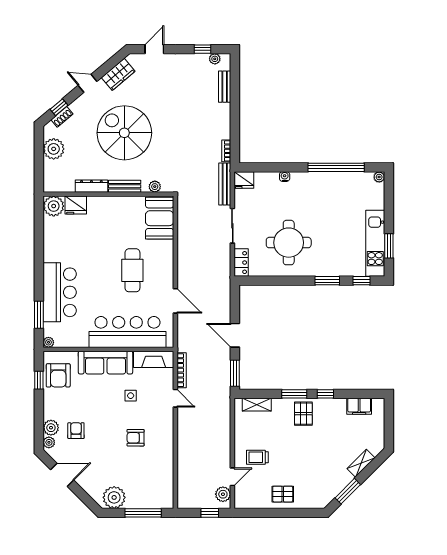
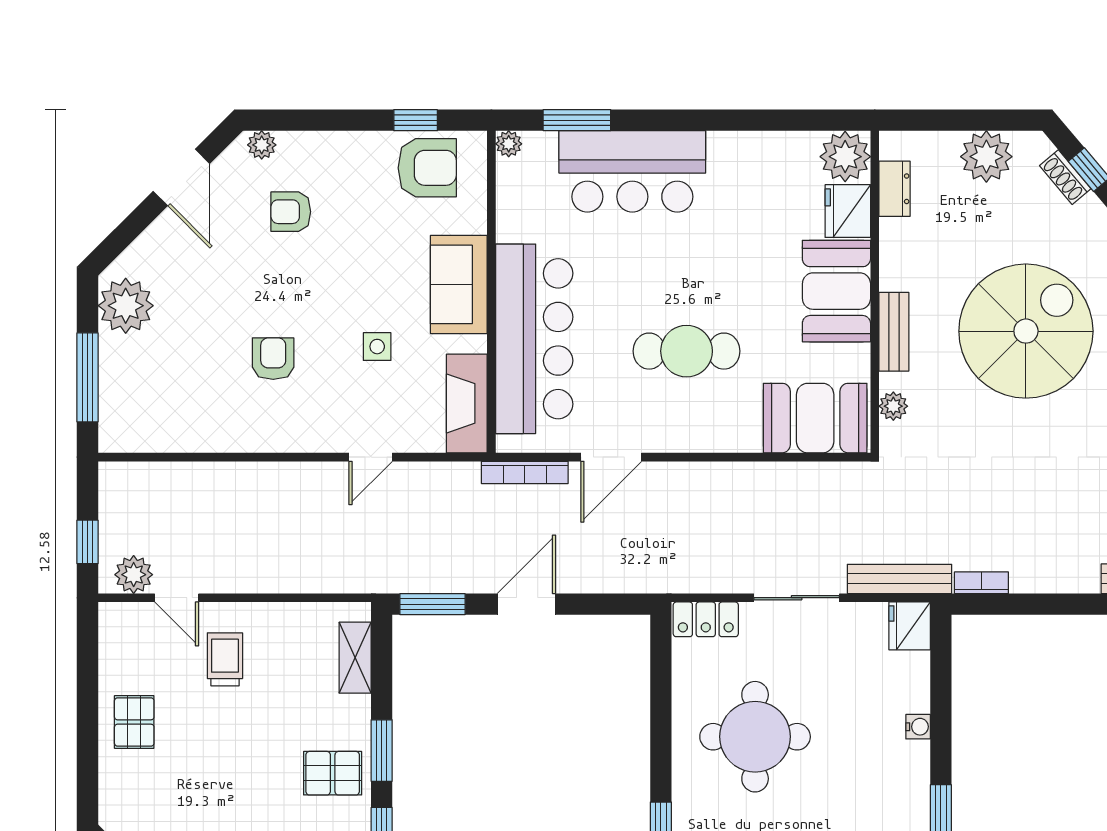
dresser: (91, 186) -> (895, 189), moved, width x0.70
booth: (108, 210) -> (836, 291), added
sofa: (105, 363) -> (459, 284), width x0.73
bookcase: (182, 370) -> (525, 472), moved
armchair: (58, 375) -> (427, 168), turned 180
plant: (51, 428) -> (298, 150), removed
armchair: (76, 431) -> (291, 212), turned 180

